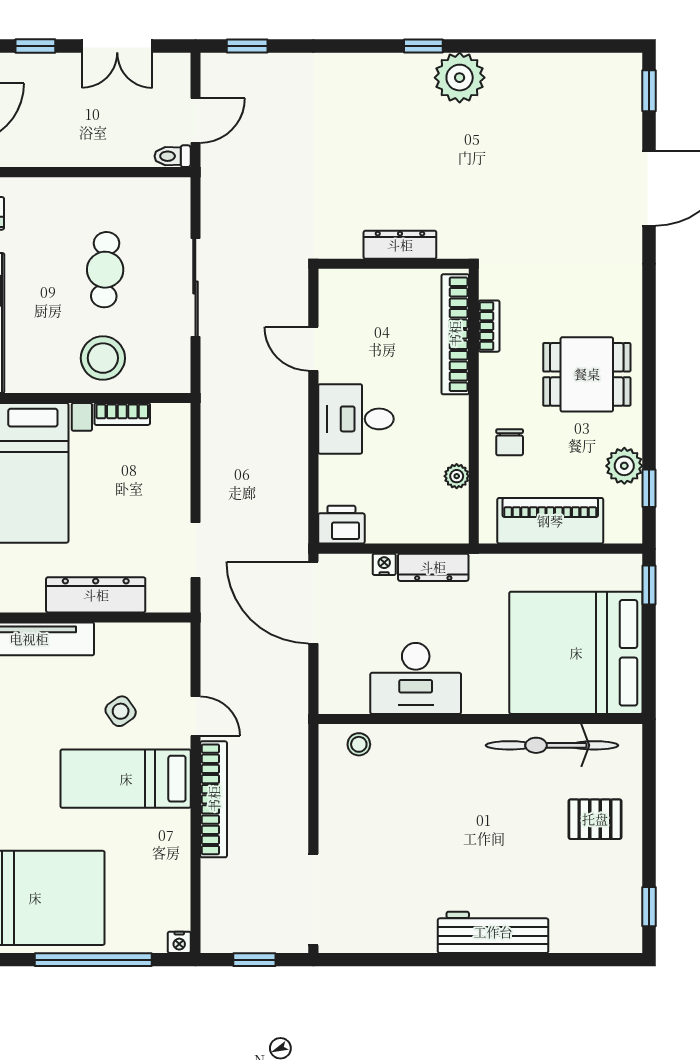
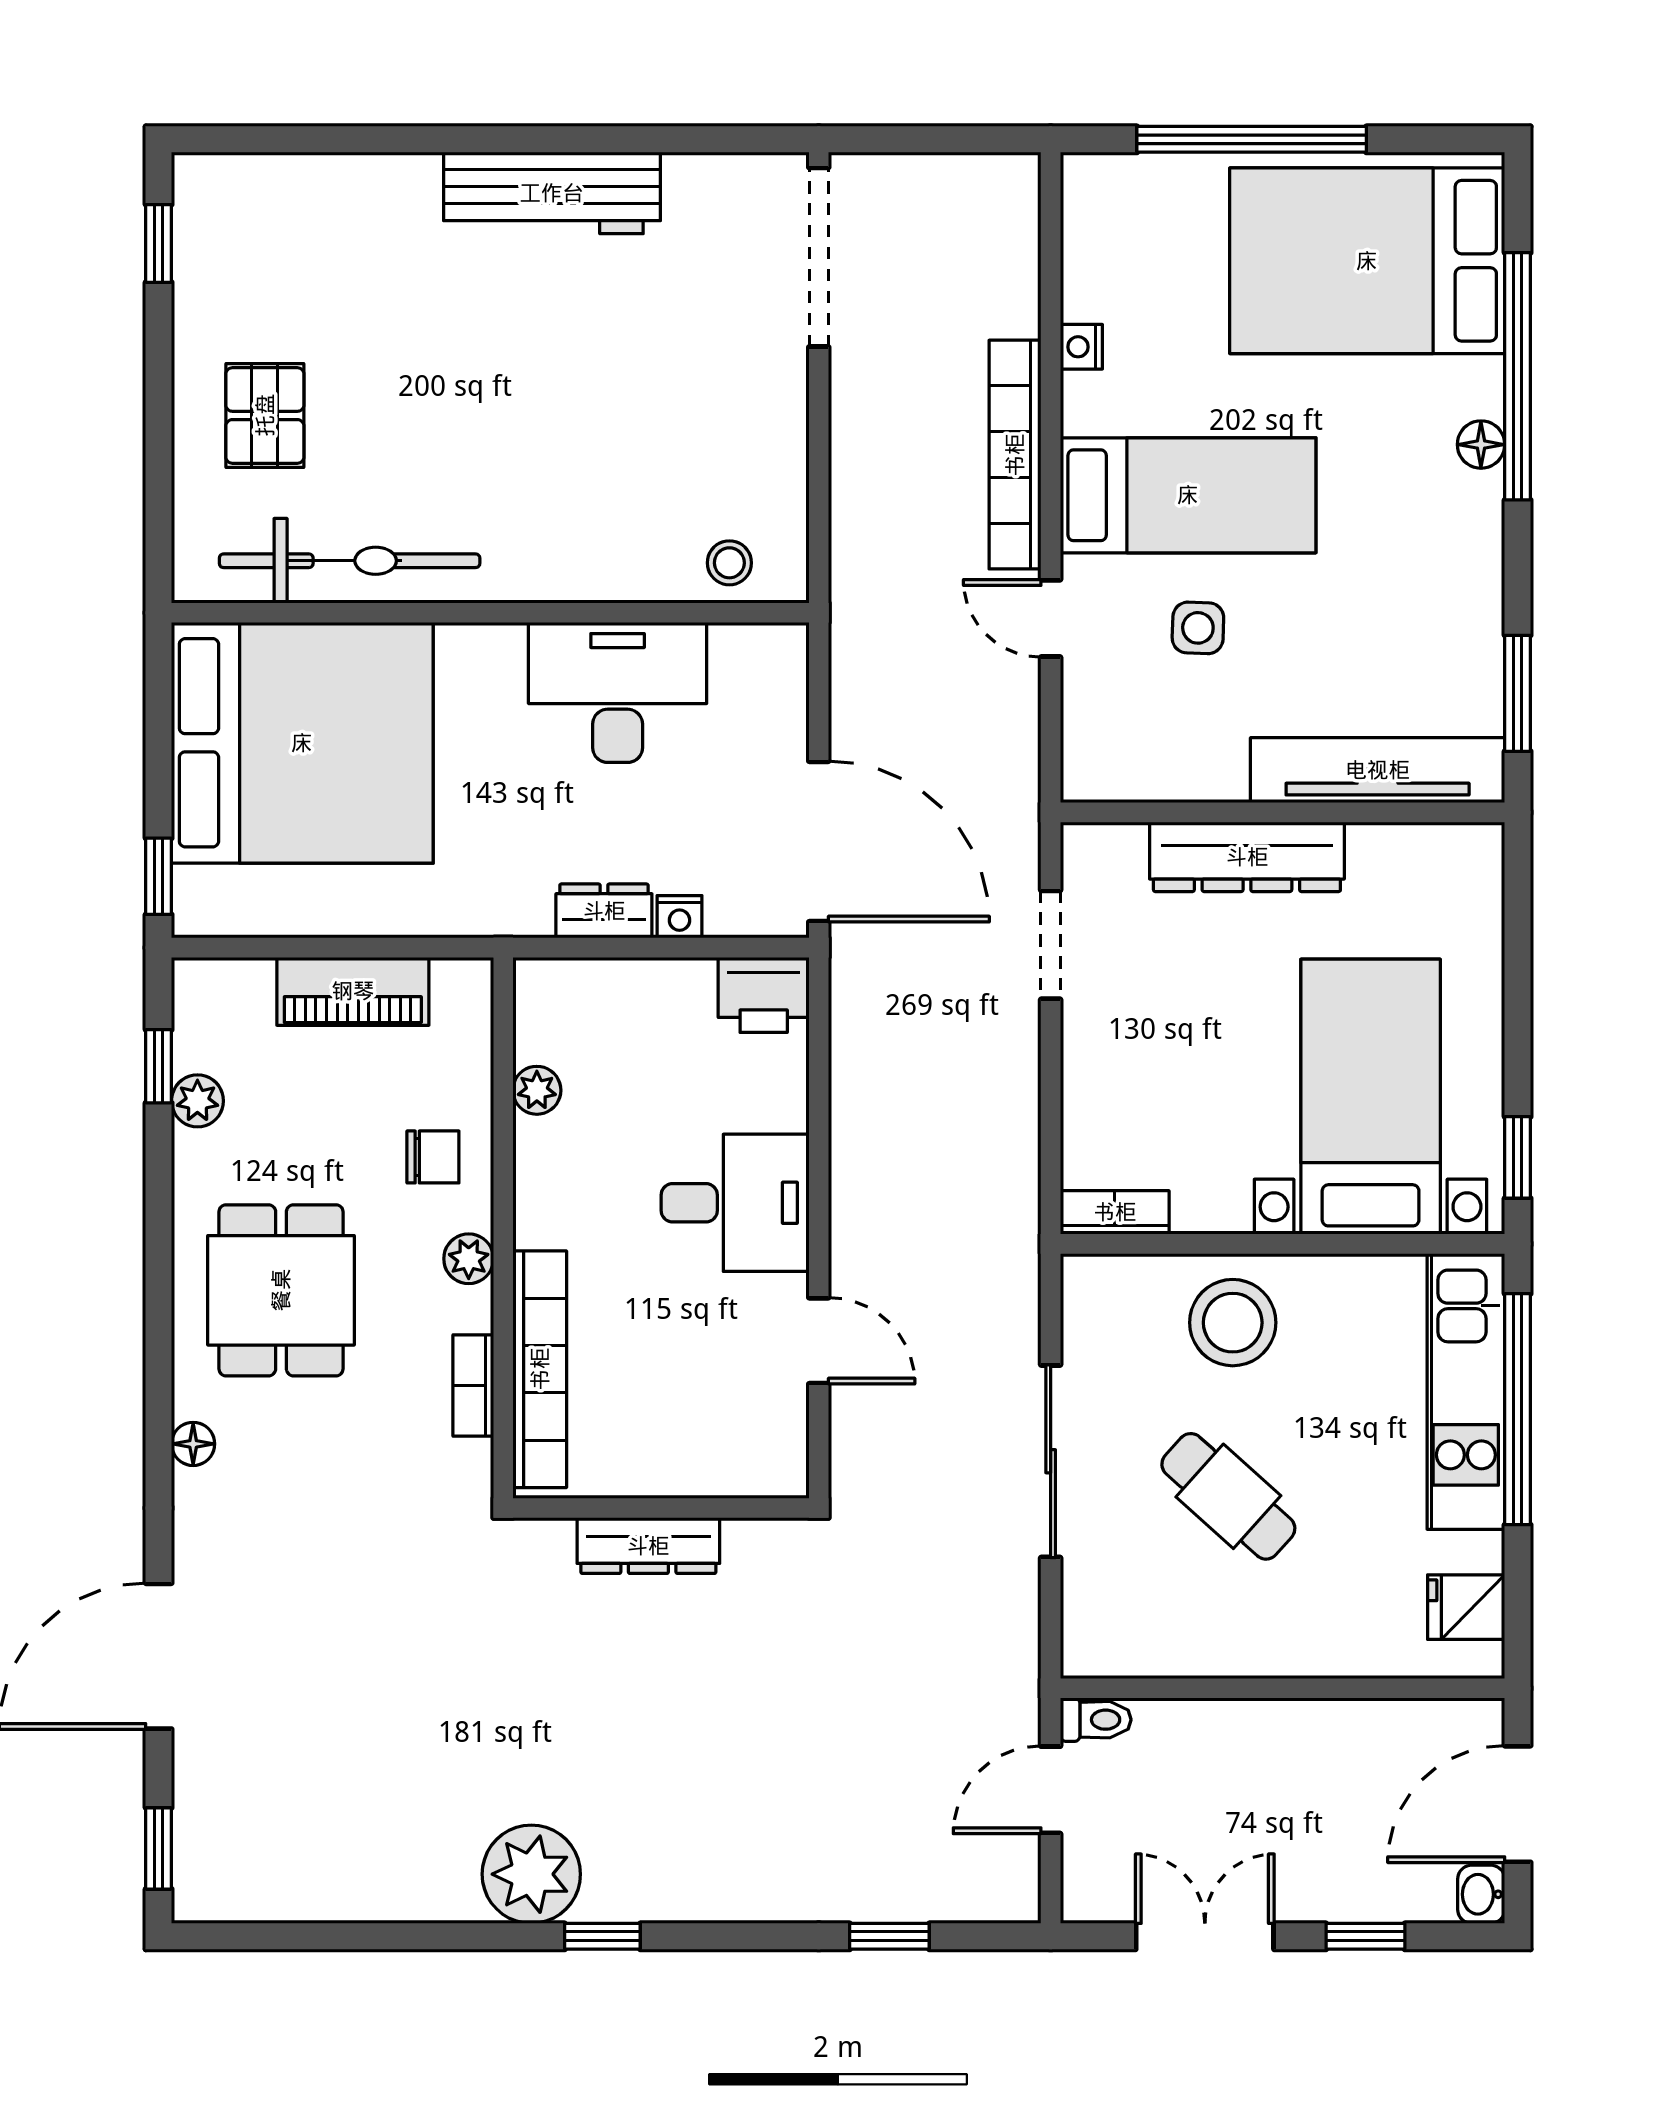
window: (247, 46) -> (889, 1936), moved
cafe table: (105, 270) -> (1228, 1496), turned -51
floor lamp: (631, 296) -> (193, 1444), added
dining table: (587, 374) -> (281, 1290), turned 90
plant: (491, 390) -> (469, 1259), added
bookcase: (122, 414) -> (1115, 1212), moved
chair: (510, 442) -> (433, 1157), turned 90
plant: (624, 466) -> (197, 1101), width x0.73, depth x0.73
piano: (550, 521) -> (353, 991), width x0.73, depth x0.75
dresser: (433, 567) -> (604, 911), width x0.70
side table: (121, 711) -> (1198, 628), turned 37
pallet: (595, 819) -> (265, 415), turned 90
workbench: (493, 932) -> (552, 193), moved
nightstand: (179, 942) -> (1081, 347), moved, turned -90
window: (254, 960) -> (935, 139), removed

